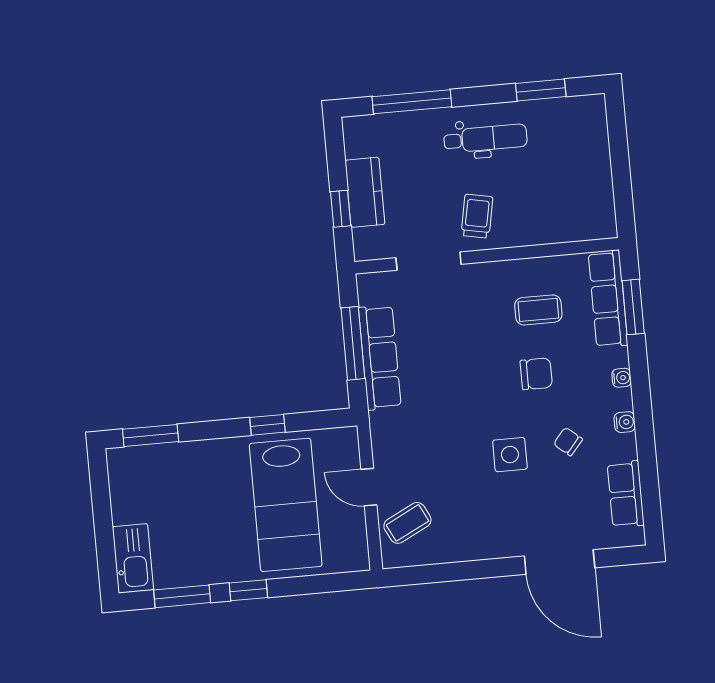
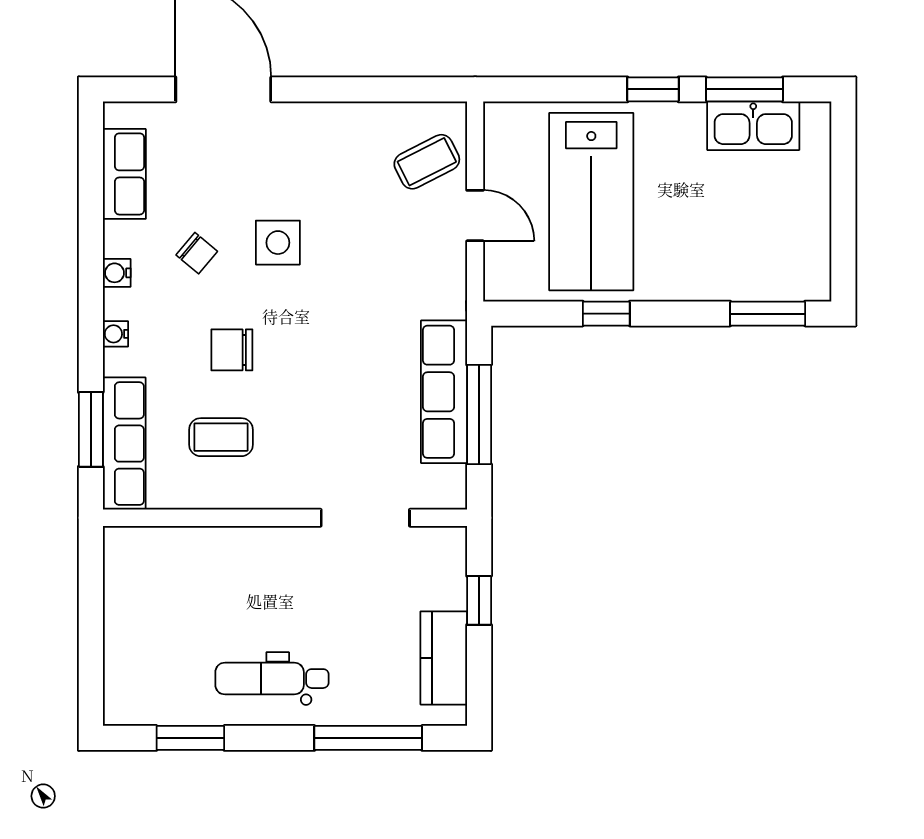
kitchen counter: (365, 192) -> (444, 658), moved
trolley: (477, 216) -> (293, 573), removed
lab bench: (286, 505) -> (591, 202), turned 180
kitchen sink: (133, 558) -> (753, 126), moved, turned -90

